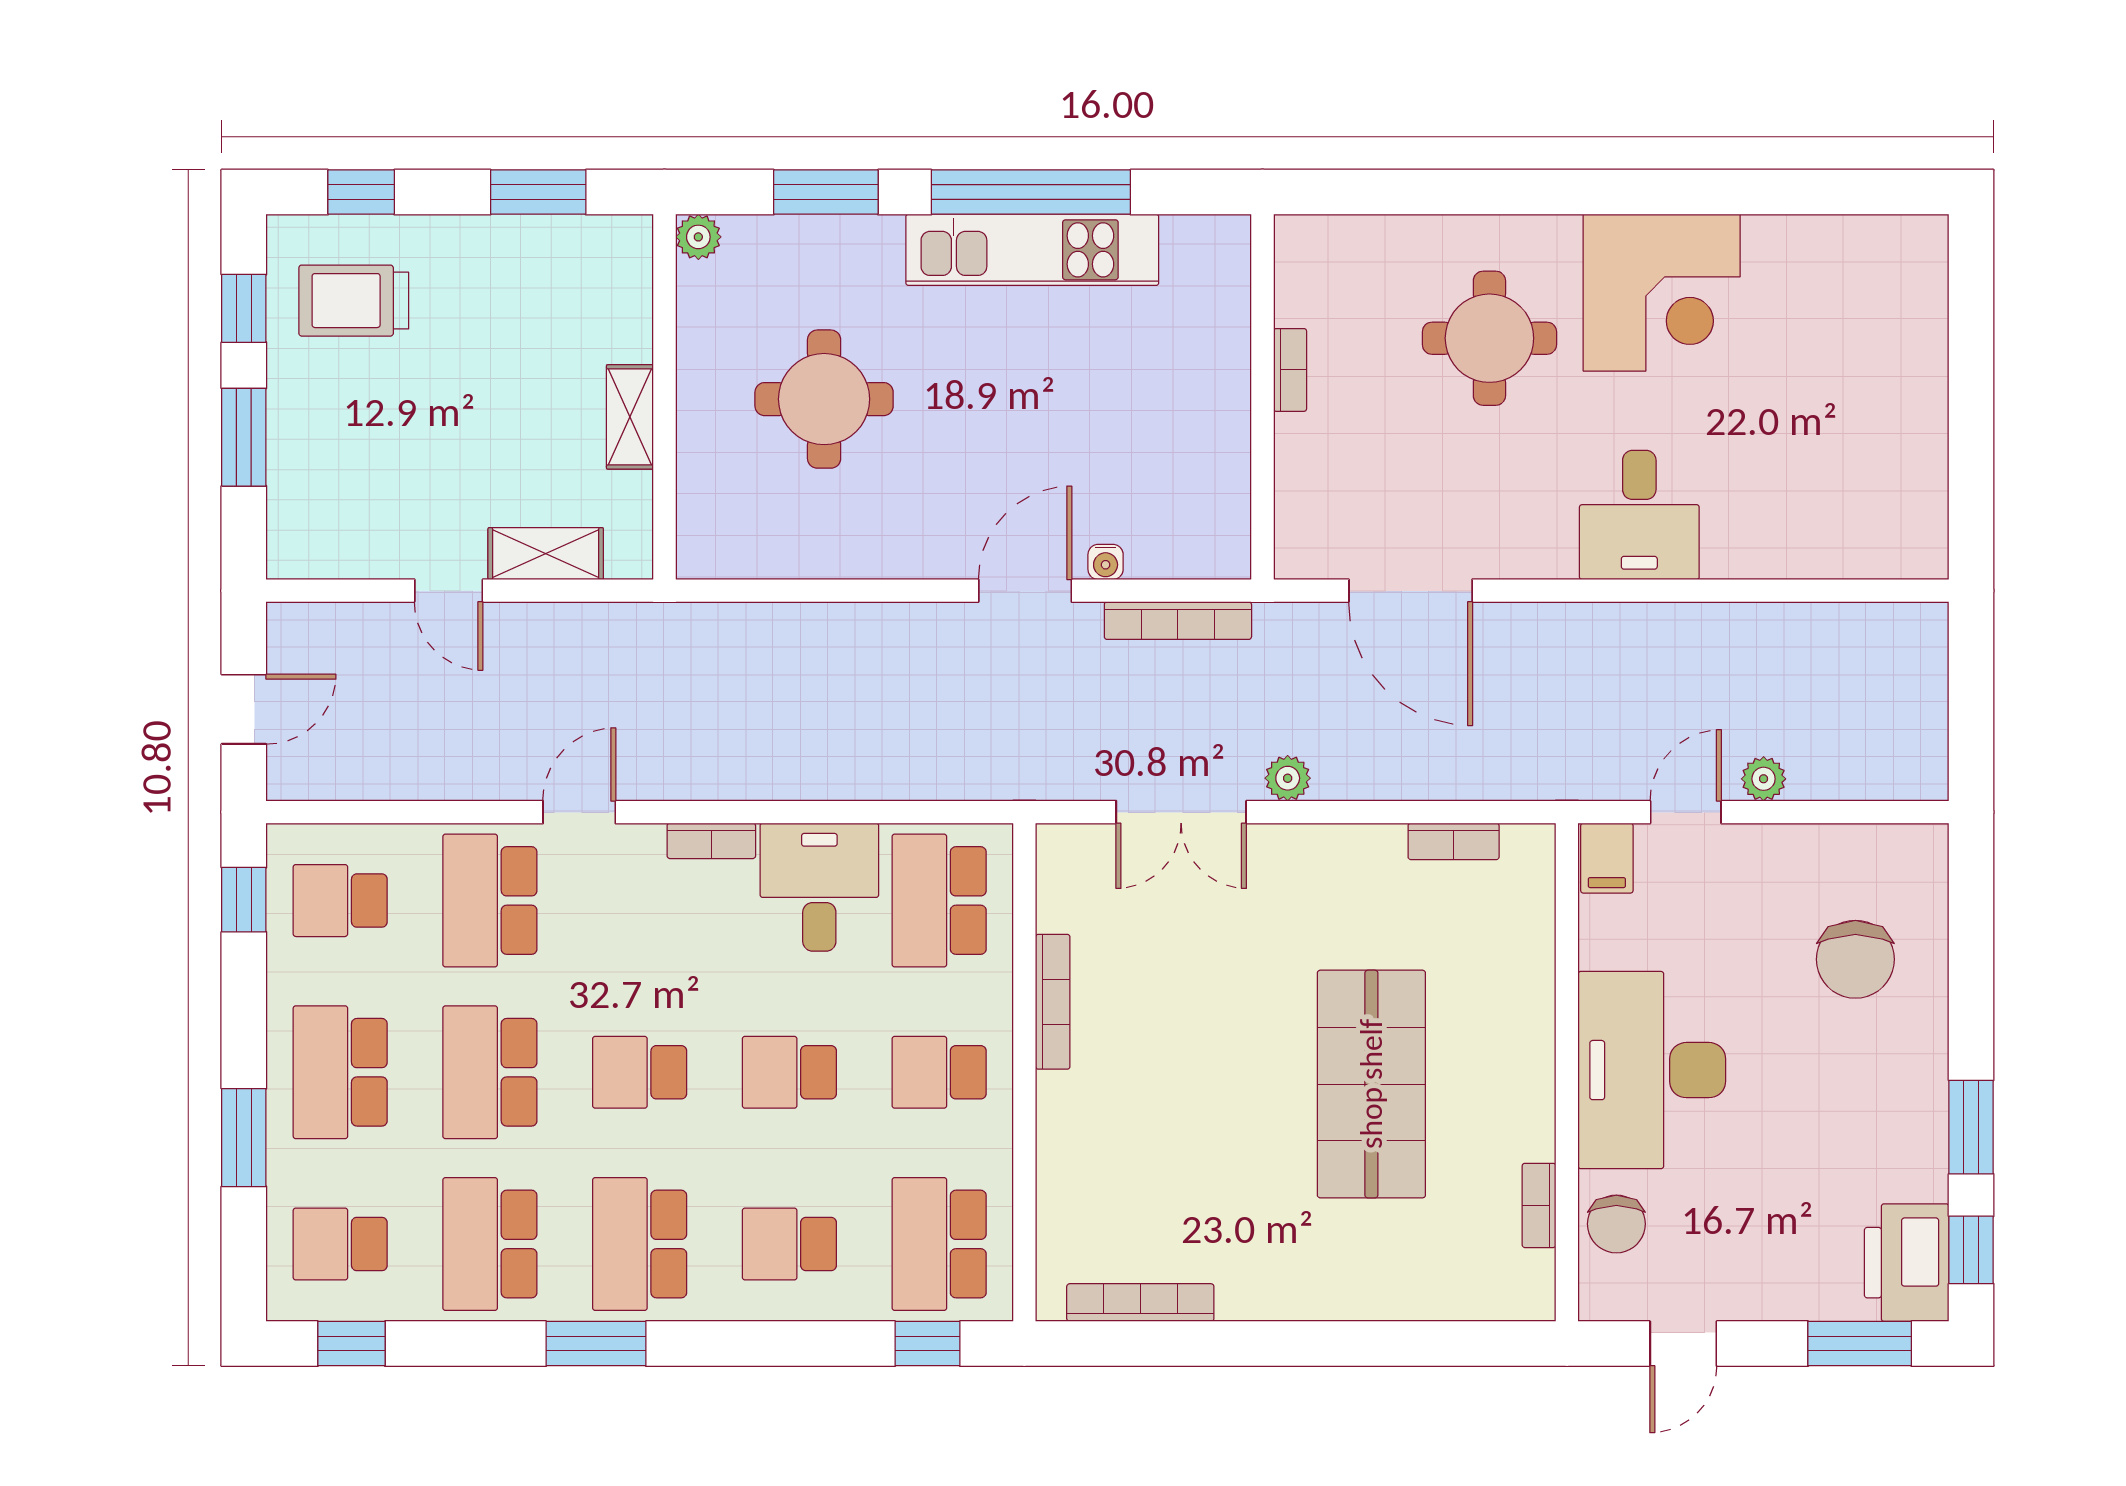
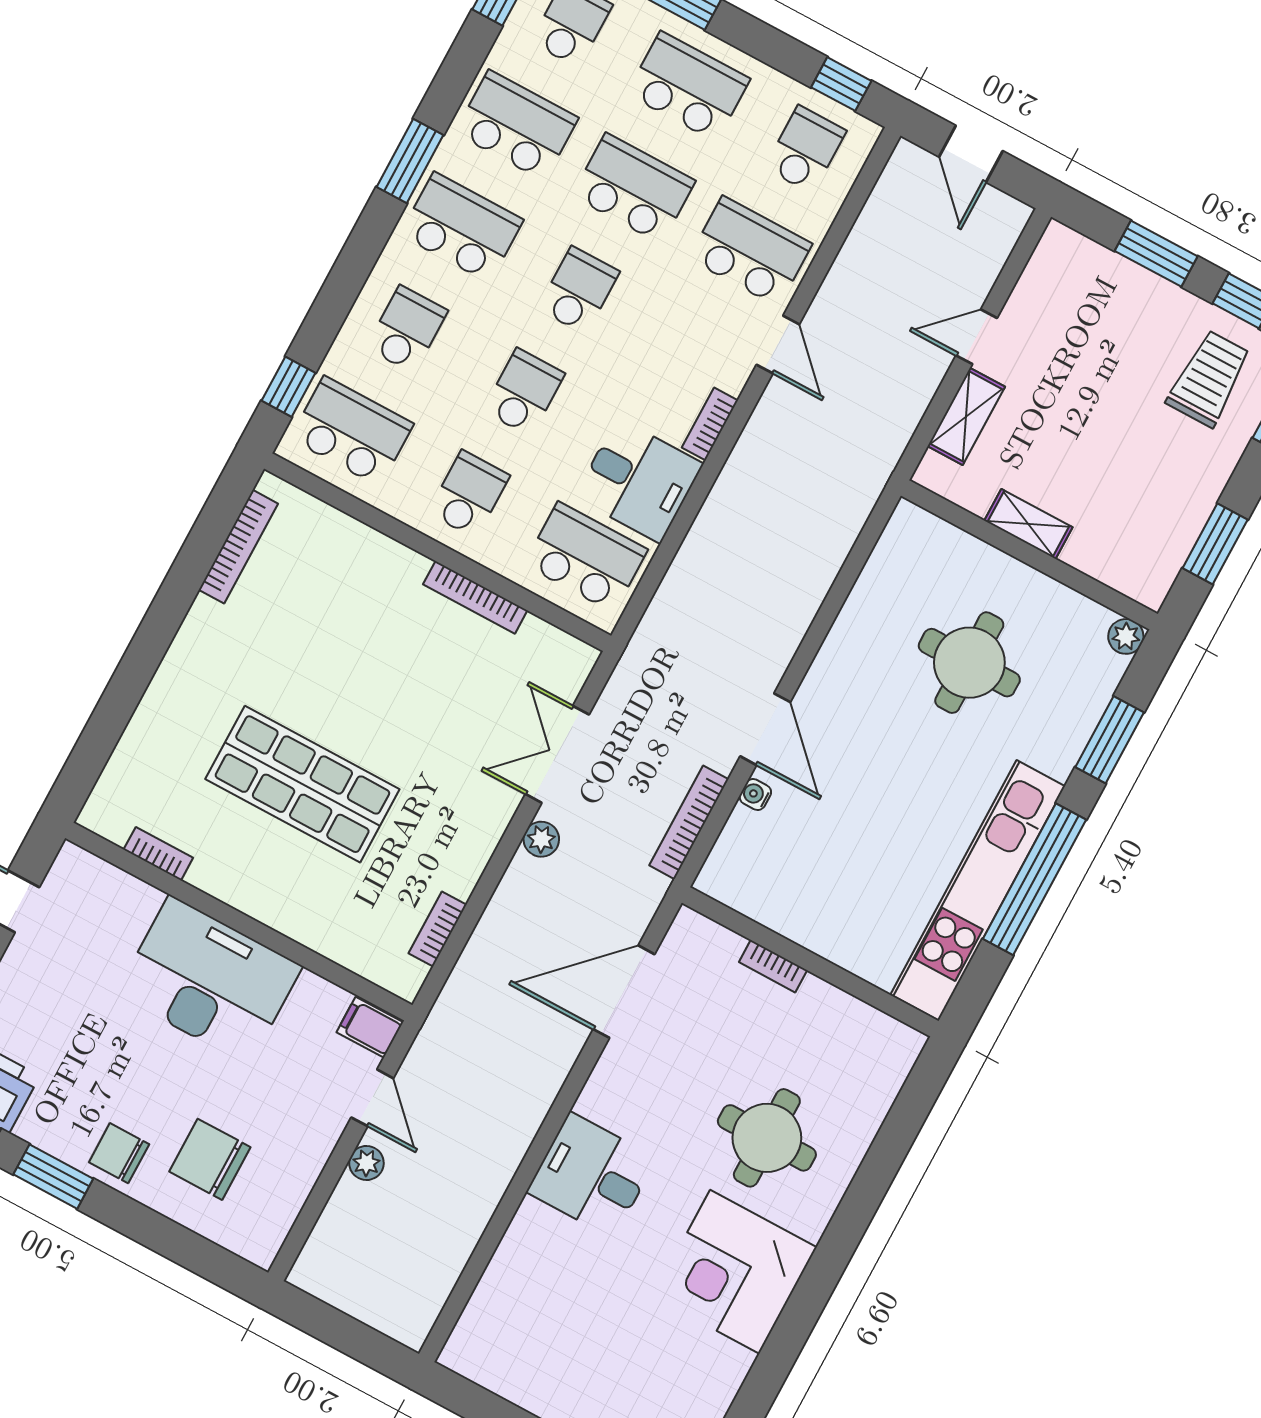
kitchen unit: (1032, 250) -> (978, 890), width x1.36
bookcase: (1290, 370) -> (773, 966), moved
chair: (1616, 1224) -> (119, 1153), moved

